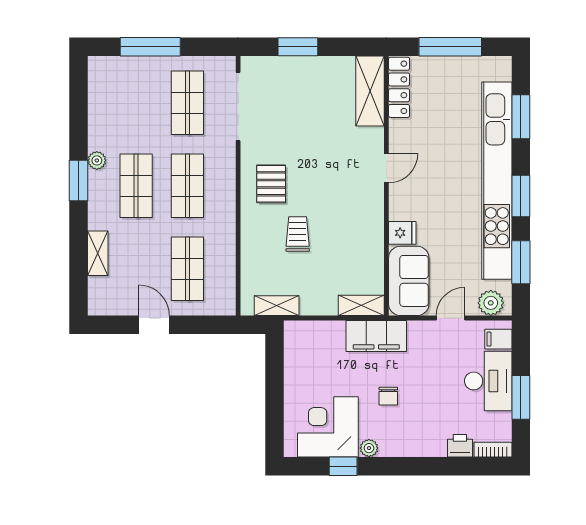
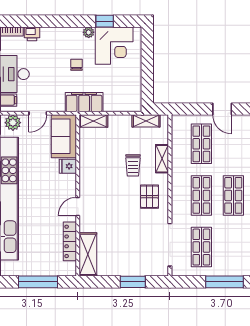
locker: (399, 87) -> (70, 241), moved
shelving: (251, 245) -> (162, 159), added

